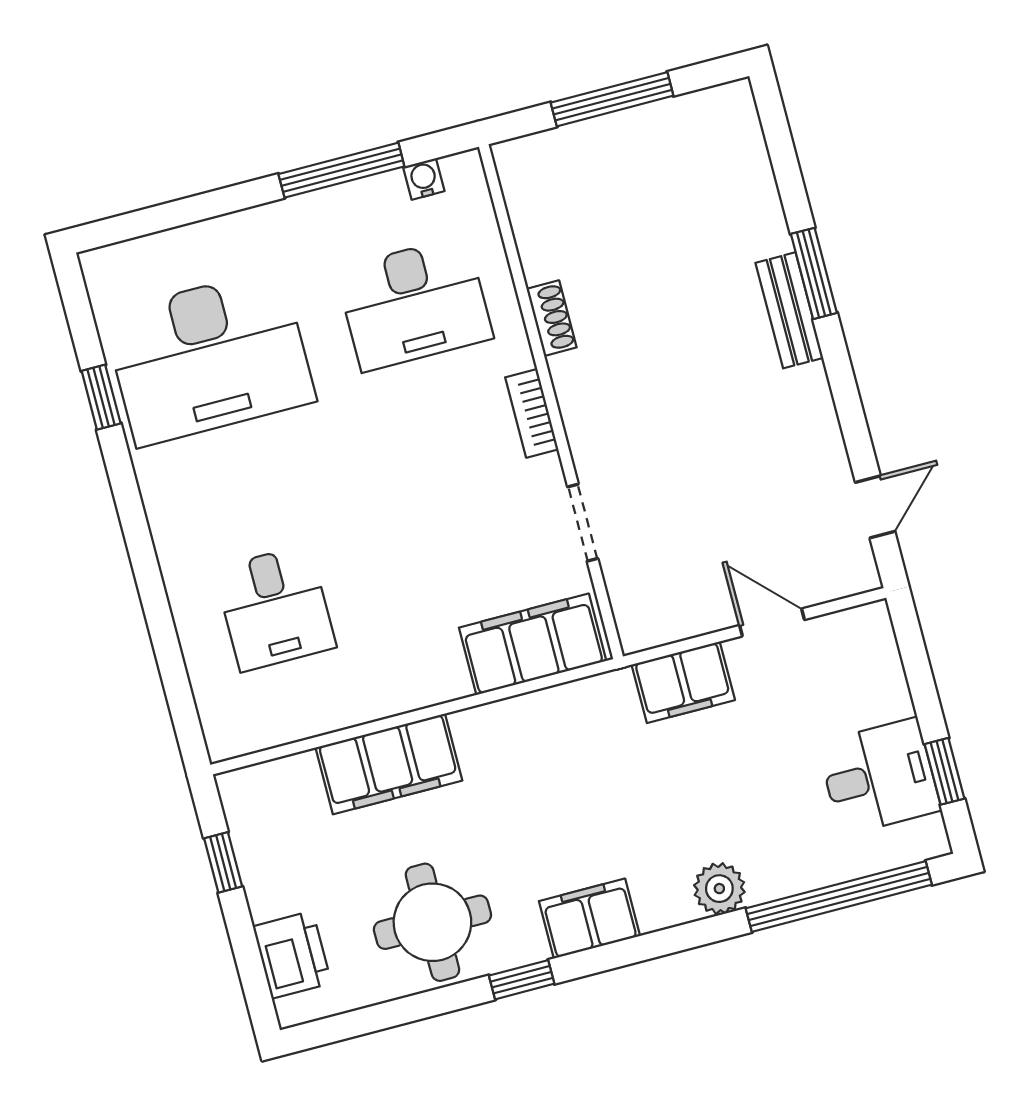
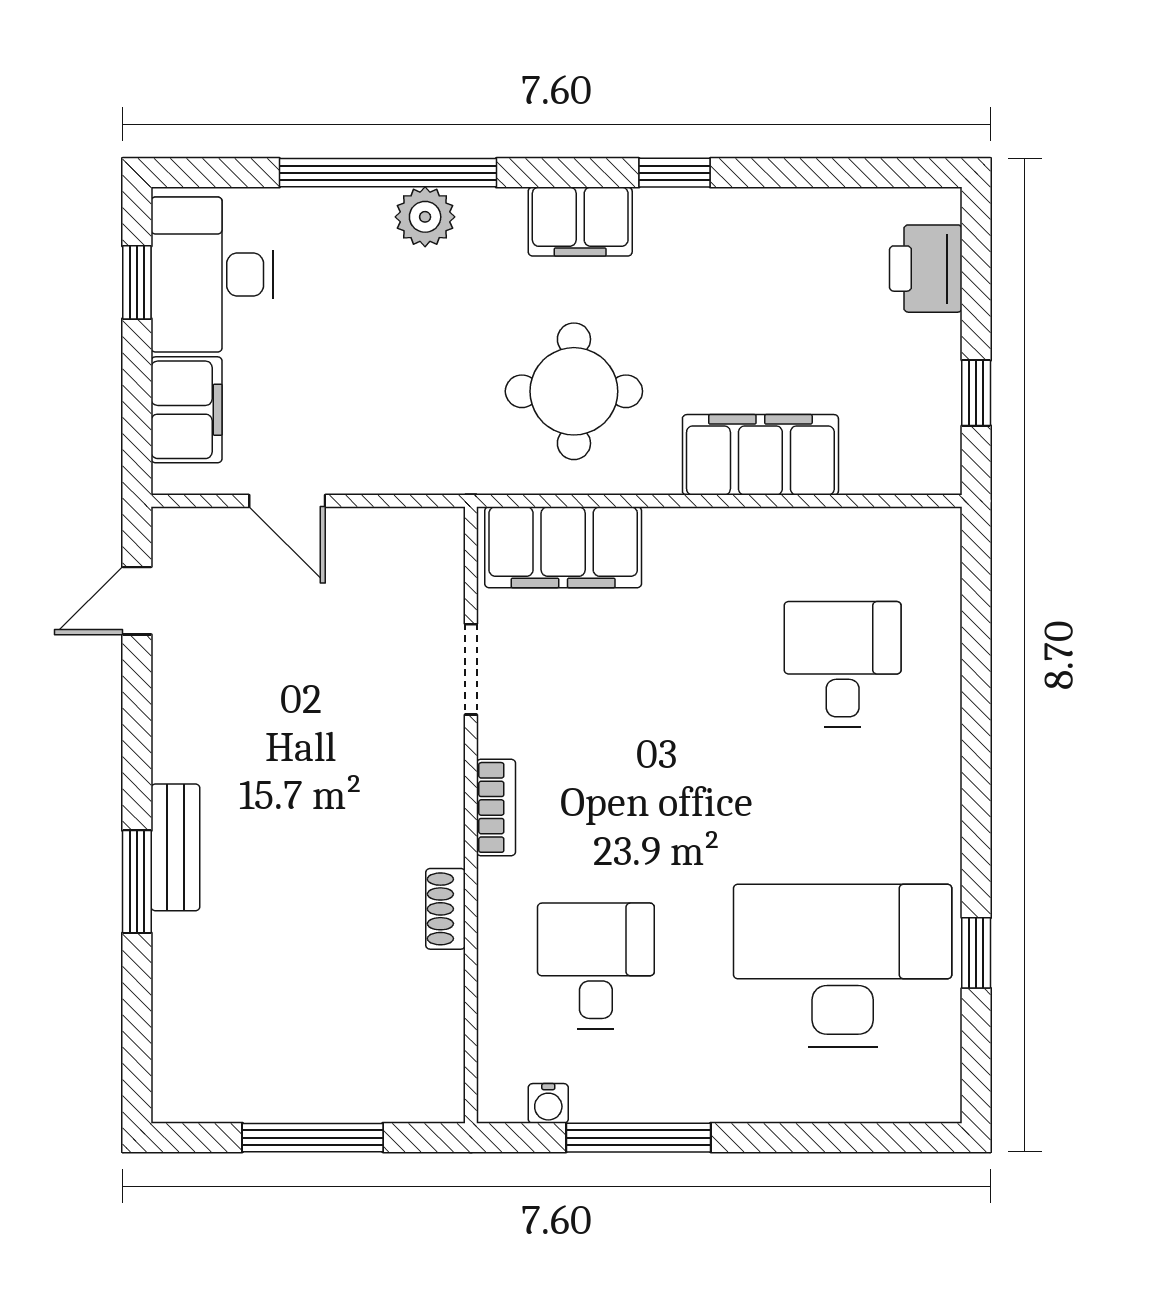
desk: (414, 304) -> (596, 966), width x0.73
filing cabinet: (683, 682) -> (187, 410), moved, turned 90
desk: (879, 777) -> (212, 274), width x1.37
window: (839, 896) -> (388, 173), moved
round table: (432, 922) -> (574, 391), moved

